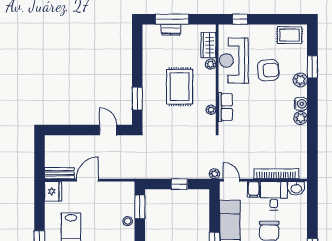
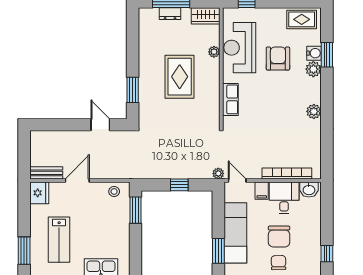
wardrobe: (208, 45) -> (206, 16), moved, turned -90
armchair: (268, 70) -> (278, 59), turned -86
water cooler: (301, 104) -> (314, 53), moved
plant: (211, 110) -> (214, 102), removed
stool: (128, 221) -> (114, 192), moved

